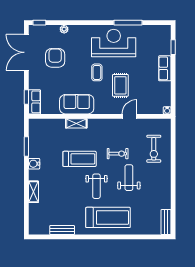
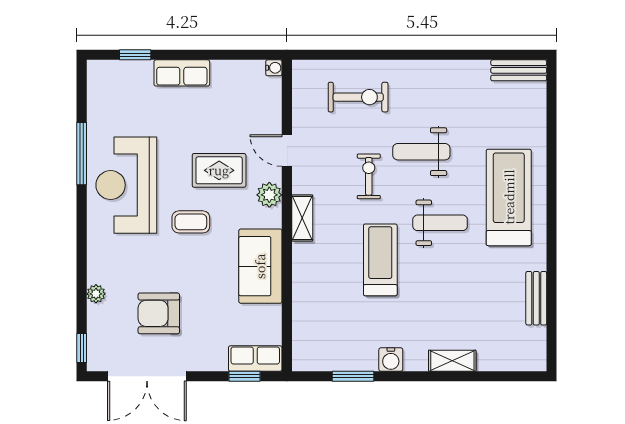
plant: (109, 108) -> (269, 195), added
shelving: (76, 123) -> (302, 218), moved

